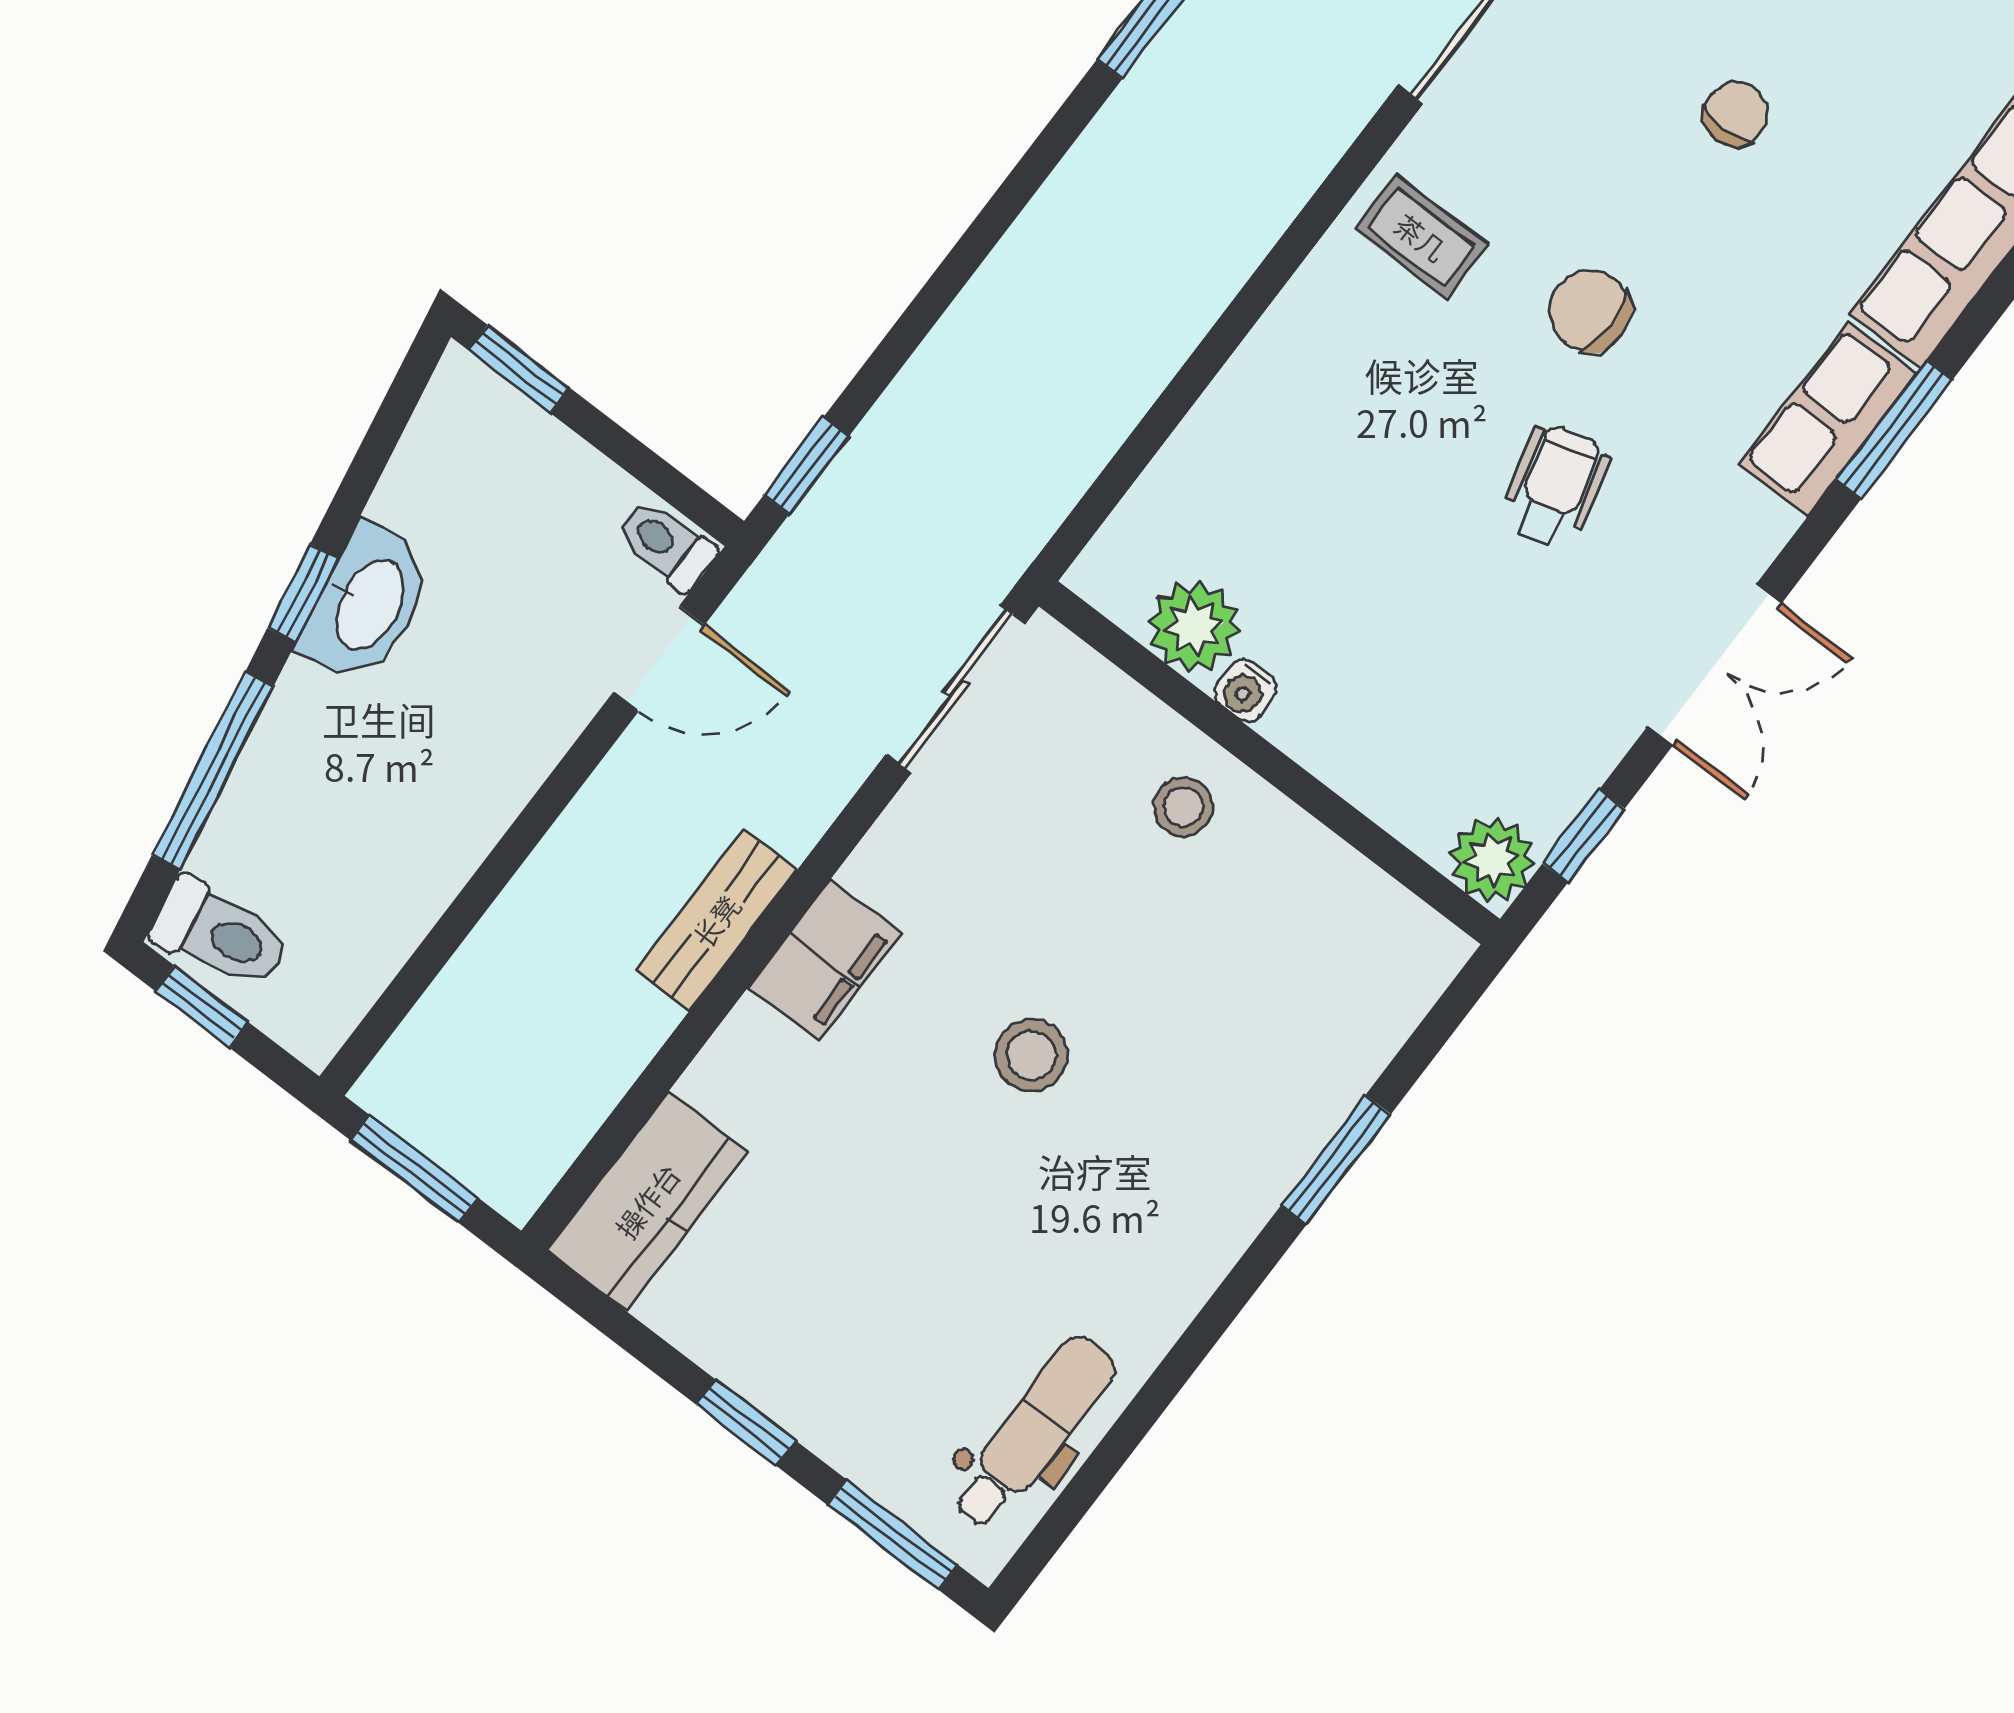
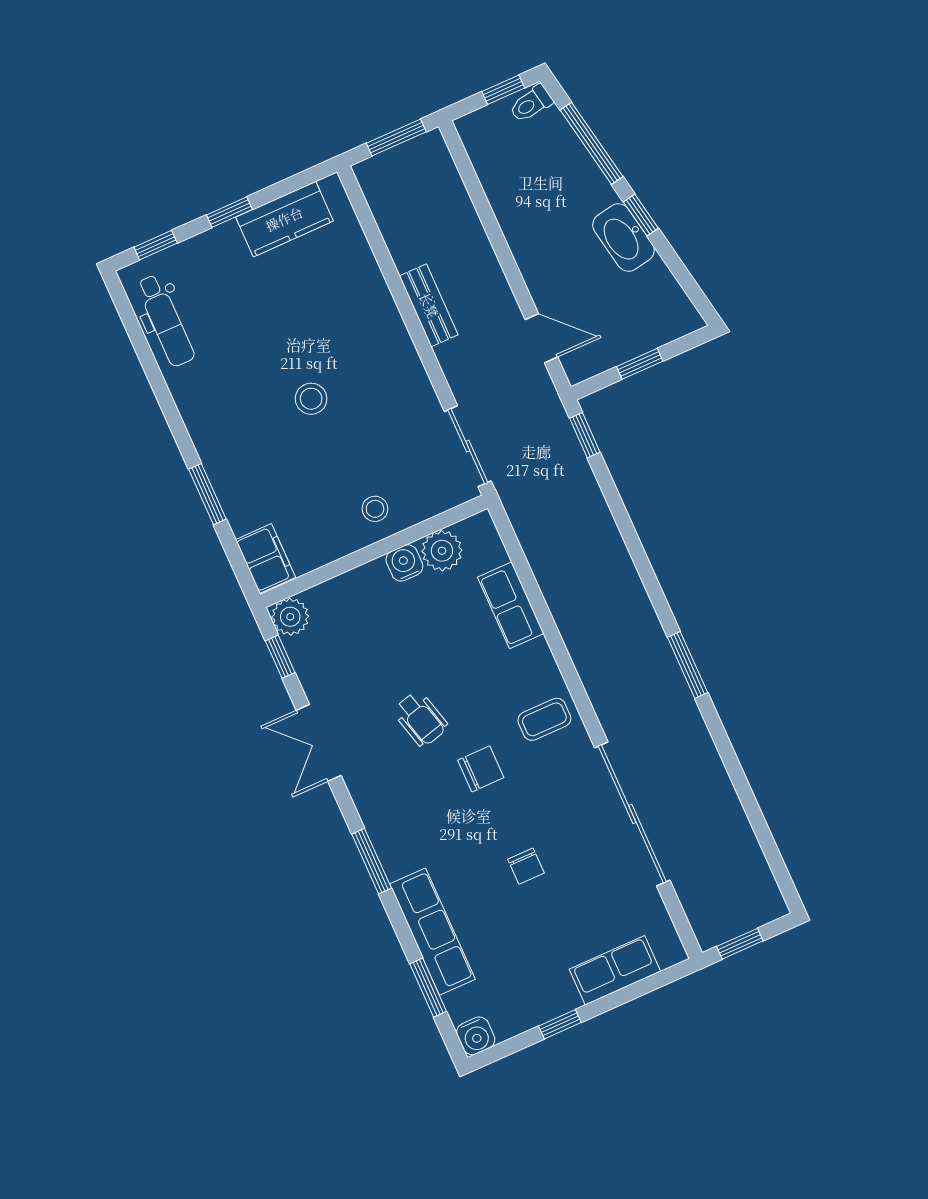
window: (518, 368) -> (640, 364), moved
row of seats: (1828, 419) -> (511, 605), moved, turned 180
toilet: (666, 544) -> (584, 365), removed
door: (659, 658) -> (541, 338), swing flipped
water cooler: (1245, 691) -> (404, 563), width x1.38, depth x1.38
toilet: (220, 934) -> (531, 104), width x0.73, depth x0.72
filing cabinet: (825, 960) -> (265, 558), moved, turned 180
kitchen counter: (647, 1201) -> (284, 219), moved, turned -90
window: (893, 1535) -> (156, 245), width x0.67

